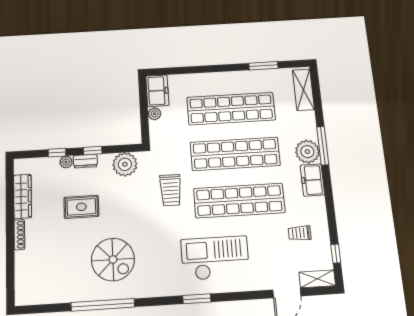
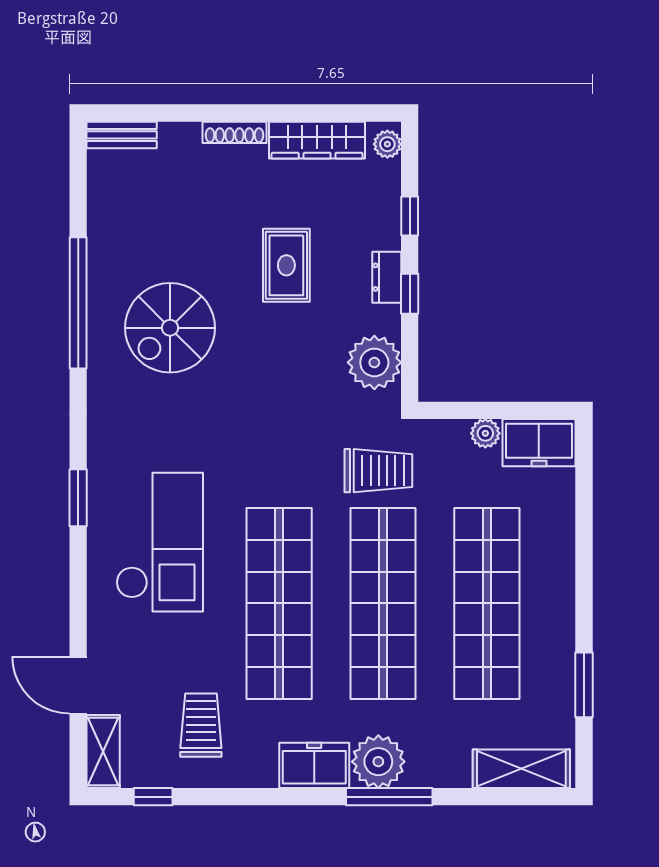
plant: (66, 162) -> (387, 144), moved
trolley: (171, 190) -> (378, 471), moved, turned 180
trolley: (300, 233) -> (201, 725), width x1.36, depth x1.39
bench: (21, 289) -> (122, 135), added

